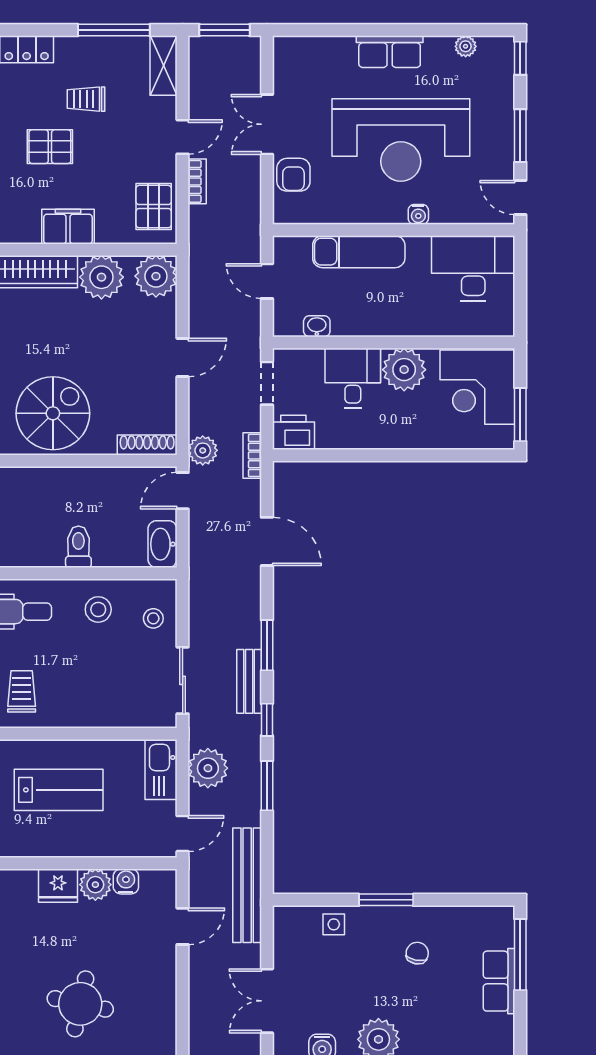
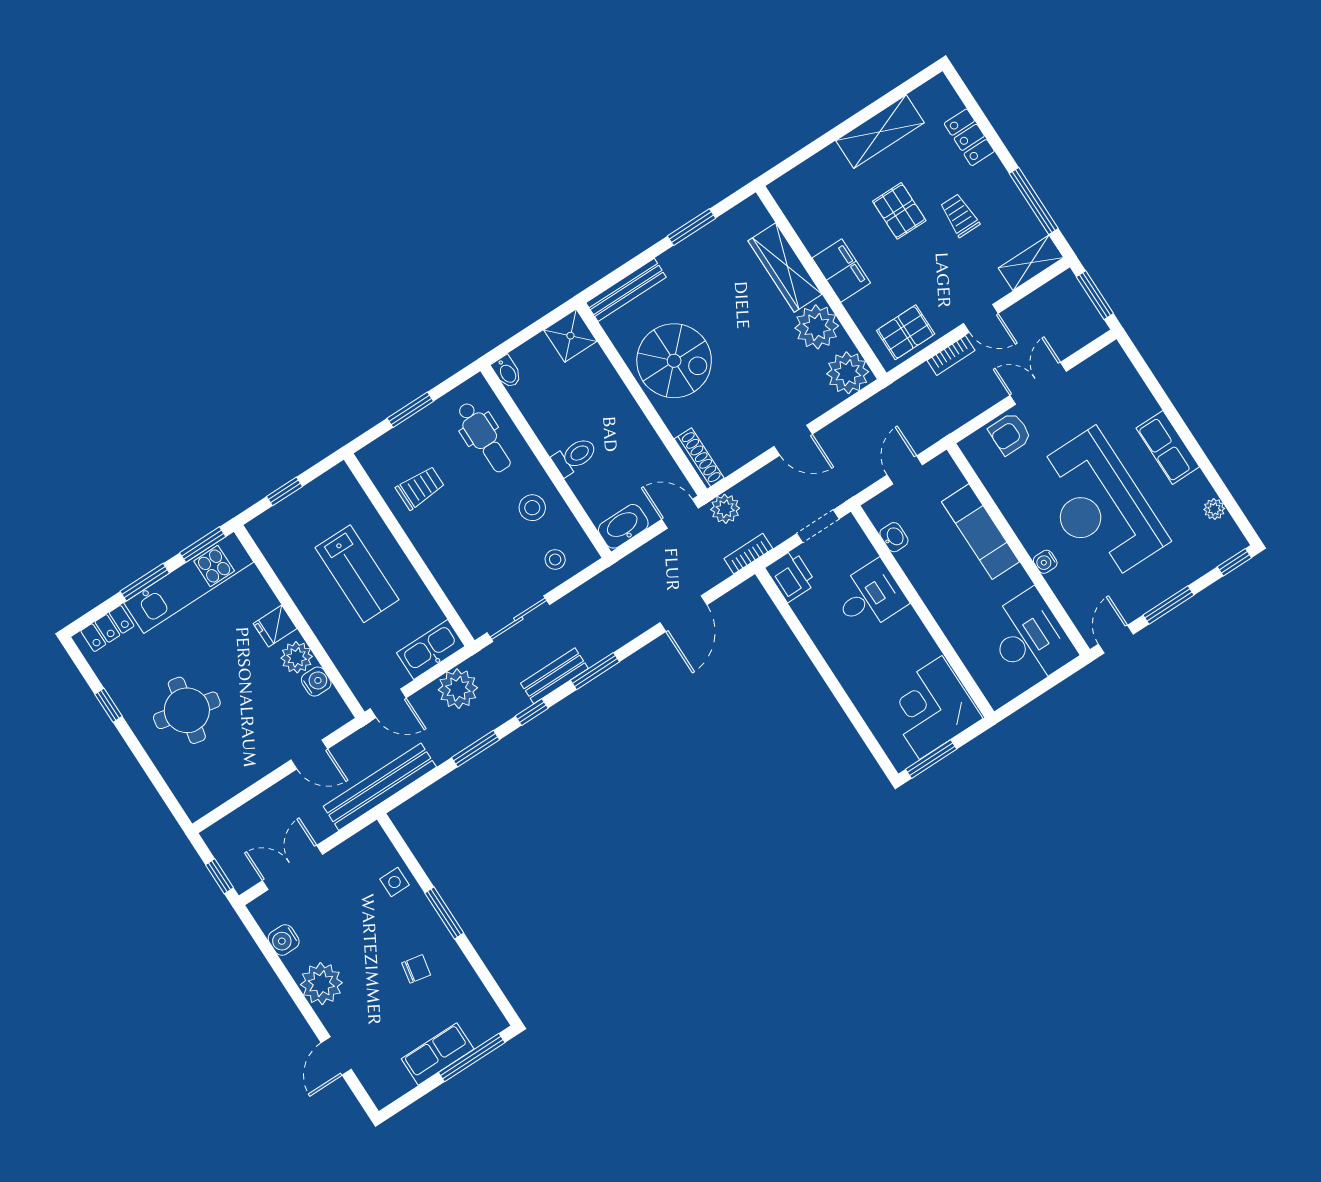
plant: (404, 370) -> (905, 635), removed
fridge: (58, 886) -> (275, 626), width x0.72

